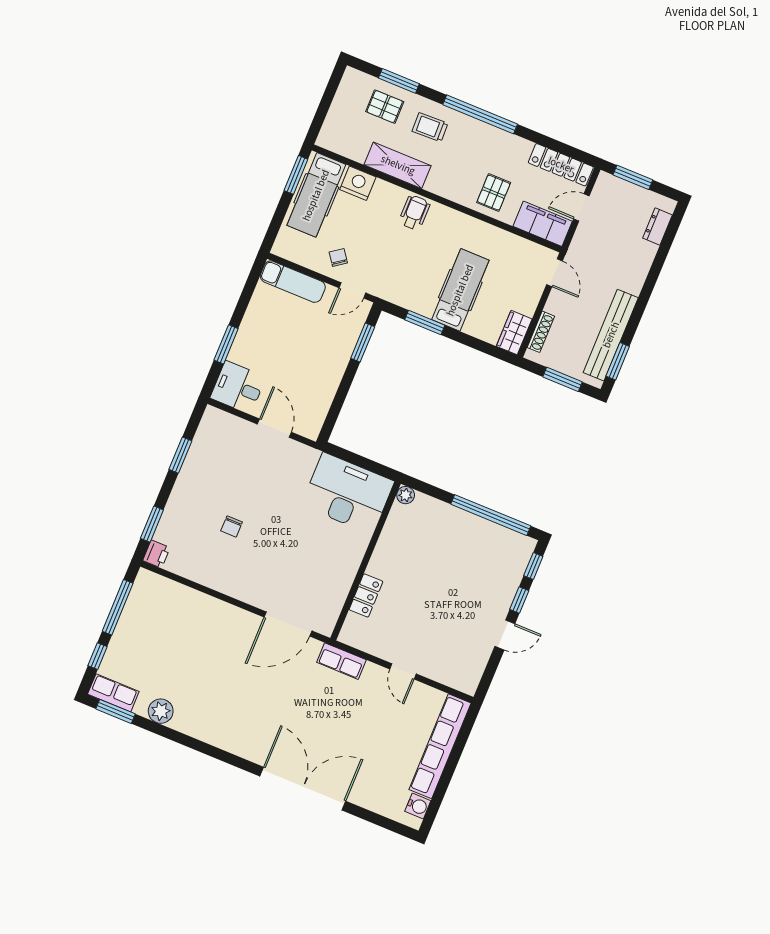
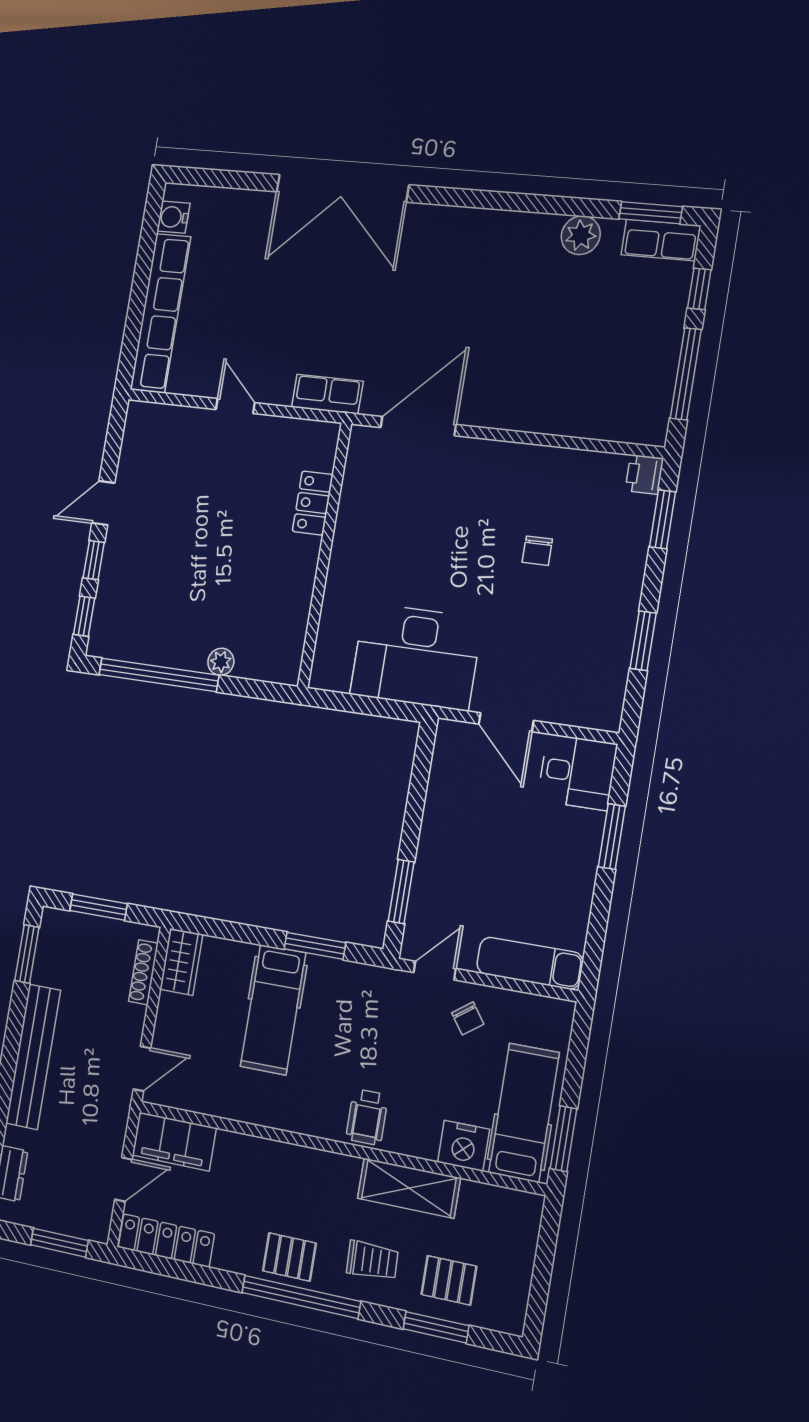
pallet: (494, 193) -> (289, 1257), moved, turned 90
door: (555, 273) -> (142, 1069), swing flipped
bench: (611, 335) -> (33, 1057), moved
desk: (348, 493) -> (416, 657), moved
plant: (406, 495) -> (221, 662), moved
chair: (232, 526) -> (537, 551), turned 180

